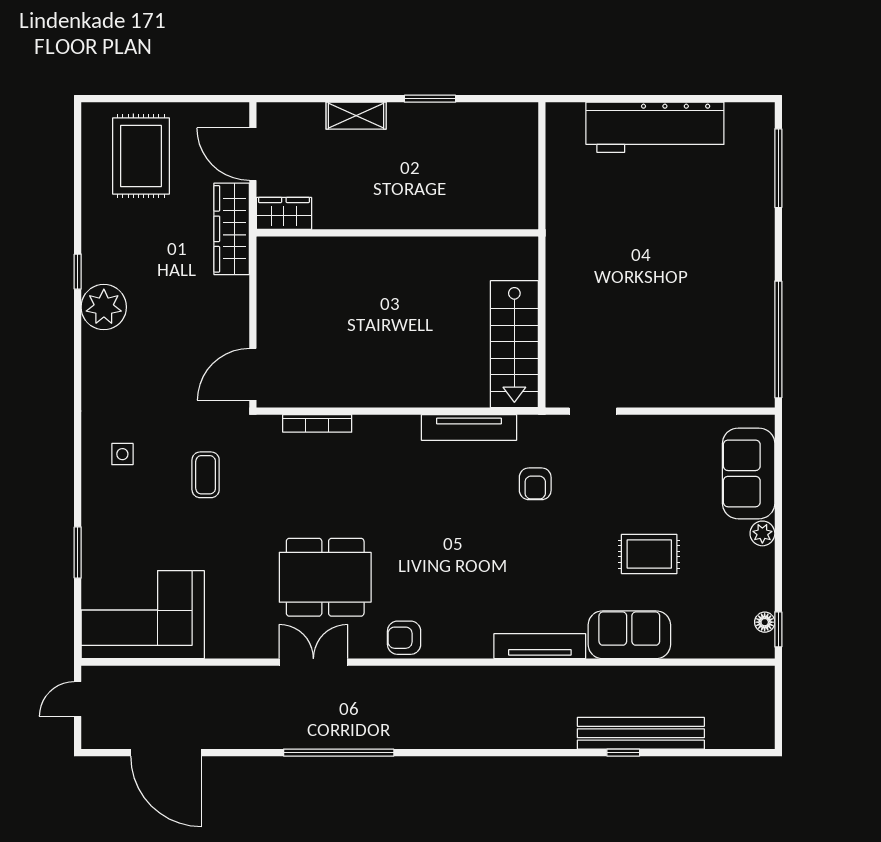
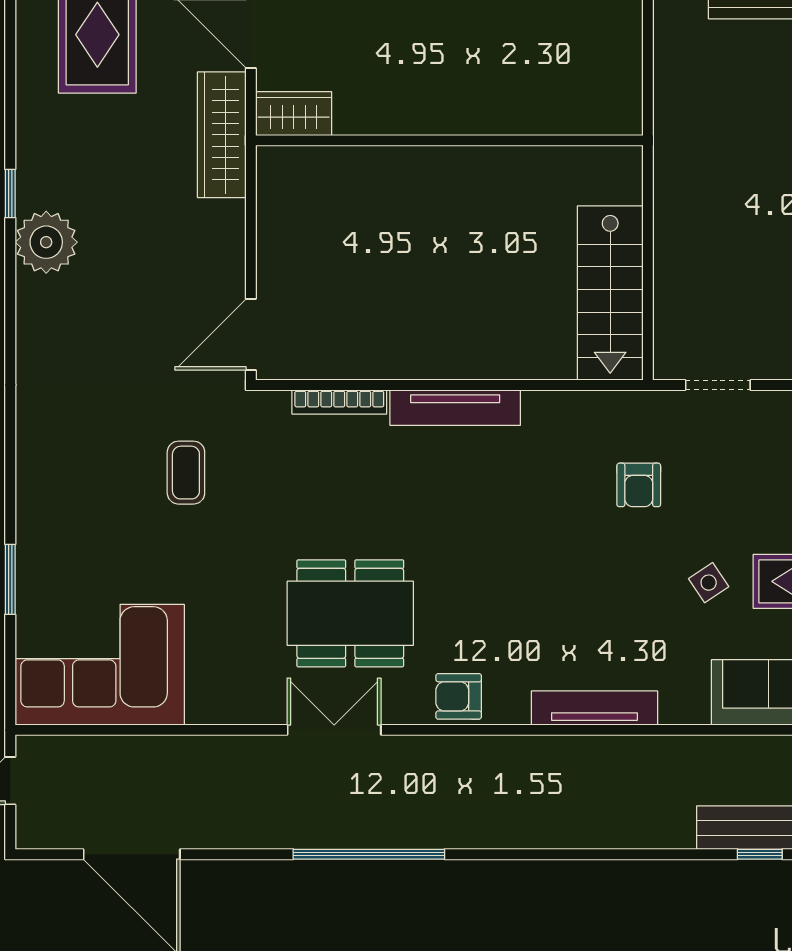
tv unit: (469, 427) -> (455, 408), moved
side table: (122, 454) -> (709, 583), moved, turned -34
tv unit: (540, 646) -> (594, 708), moved

